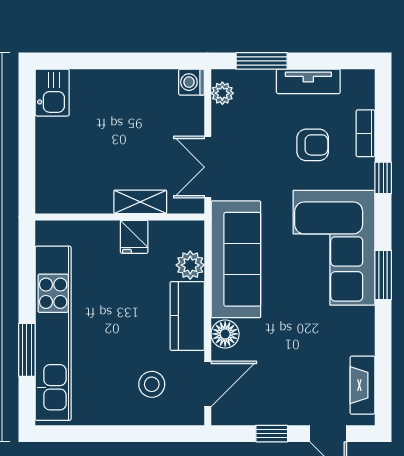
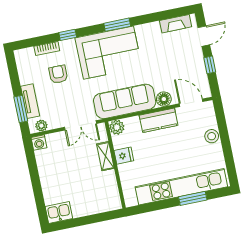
tv unit: (308, 81) -> (30, 101), moved
plant: (190, 265) -> (117, 127), moved
stool: (152, 384) -> (212, 136), moved

